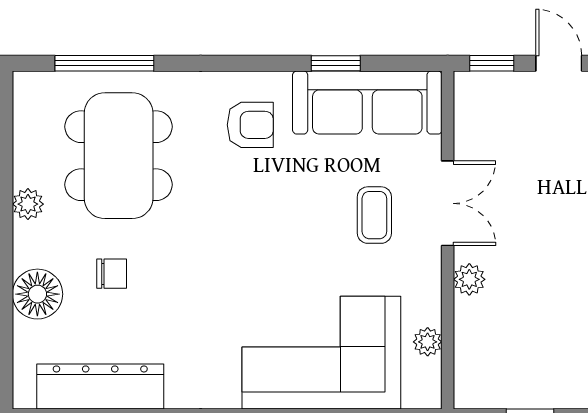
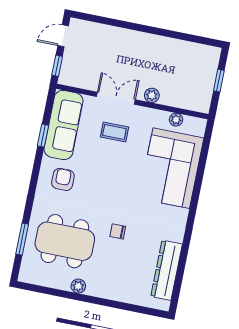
window: (104, 63) -> (22, 239), width x0.69
chair: (112, 274) -> (118, 231), moved, turned -90
floor lamp: (37, 294) -> (119, 290), removed

